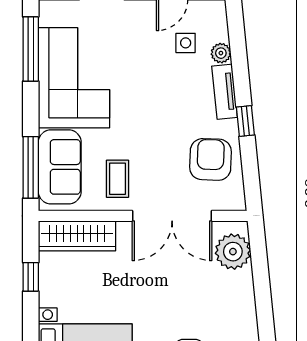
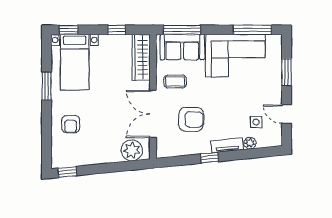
armchair: (211, 159) -> (191, 119), moved

